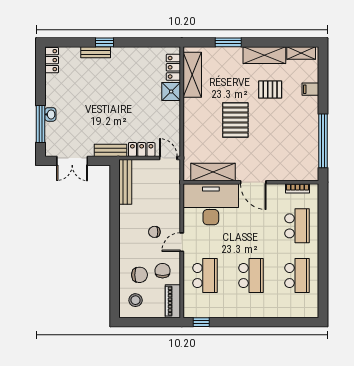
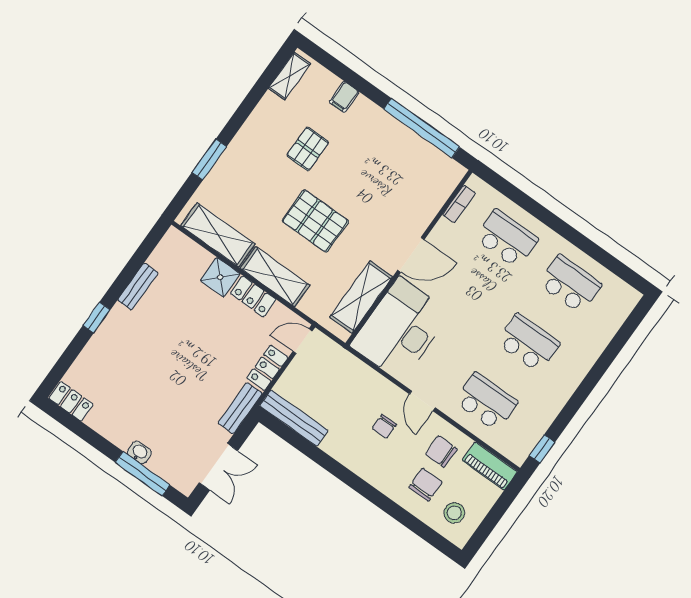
bench: (96, 52) -> (138, 286), moved
shelving: (264, 55) -> (275, 277), moved, turned 90
locker: (173, 67) -> (253, 296), moved

